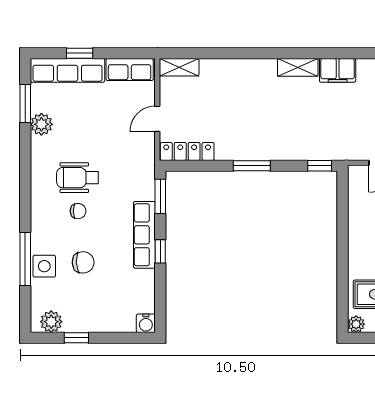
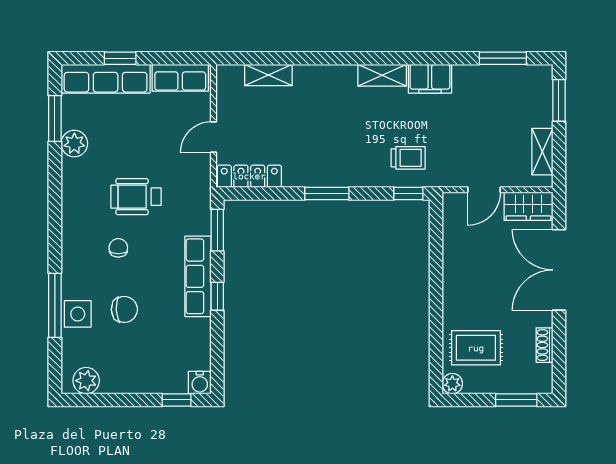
shelving: (179, 67) -> (268, 75), moved
trolley: (319, 136) -> (408, 158), added
wheelchair: (78, 178) -> (136, 197), moved
chair: (78, 211) -> (118, 248), turned -90
window: (76, 338) -> (177, 400), moved

